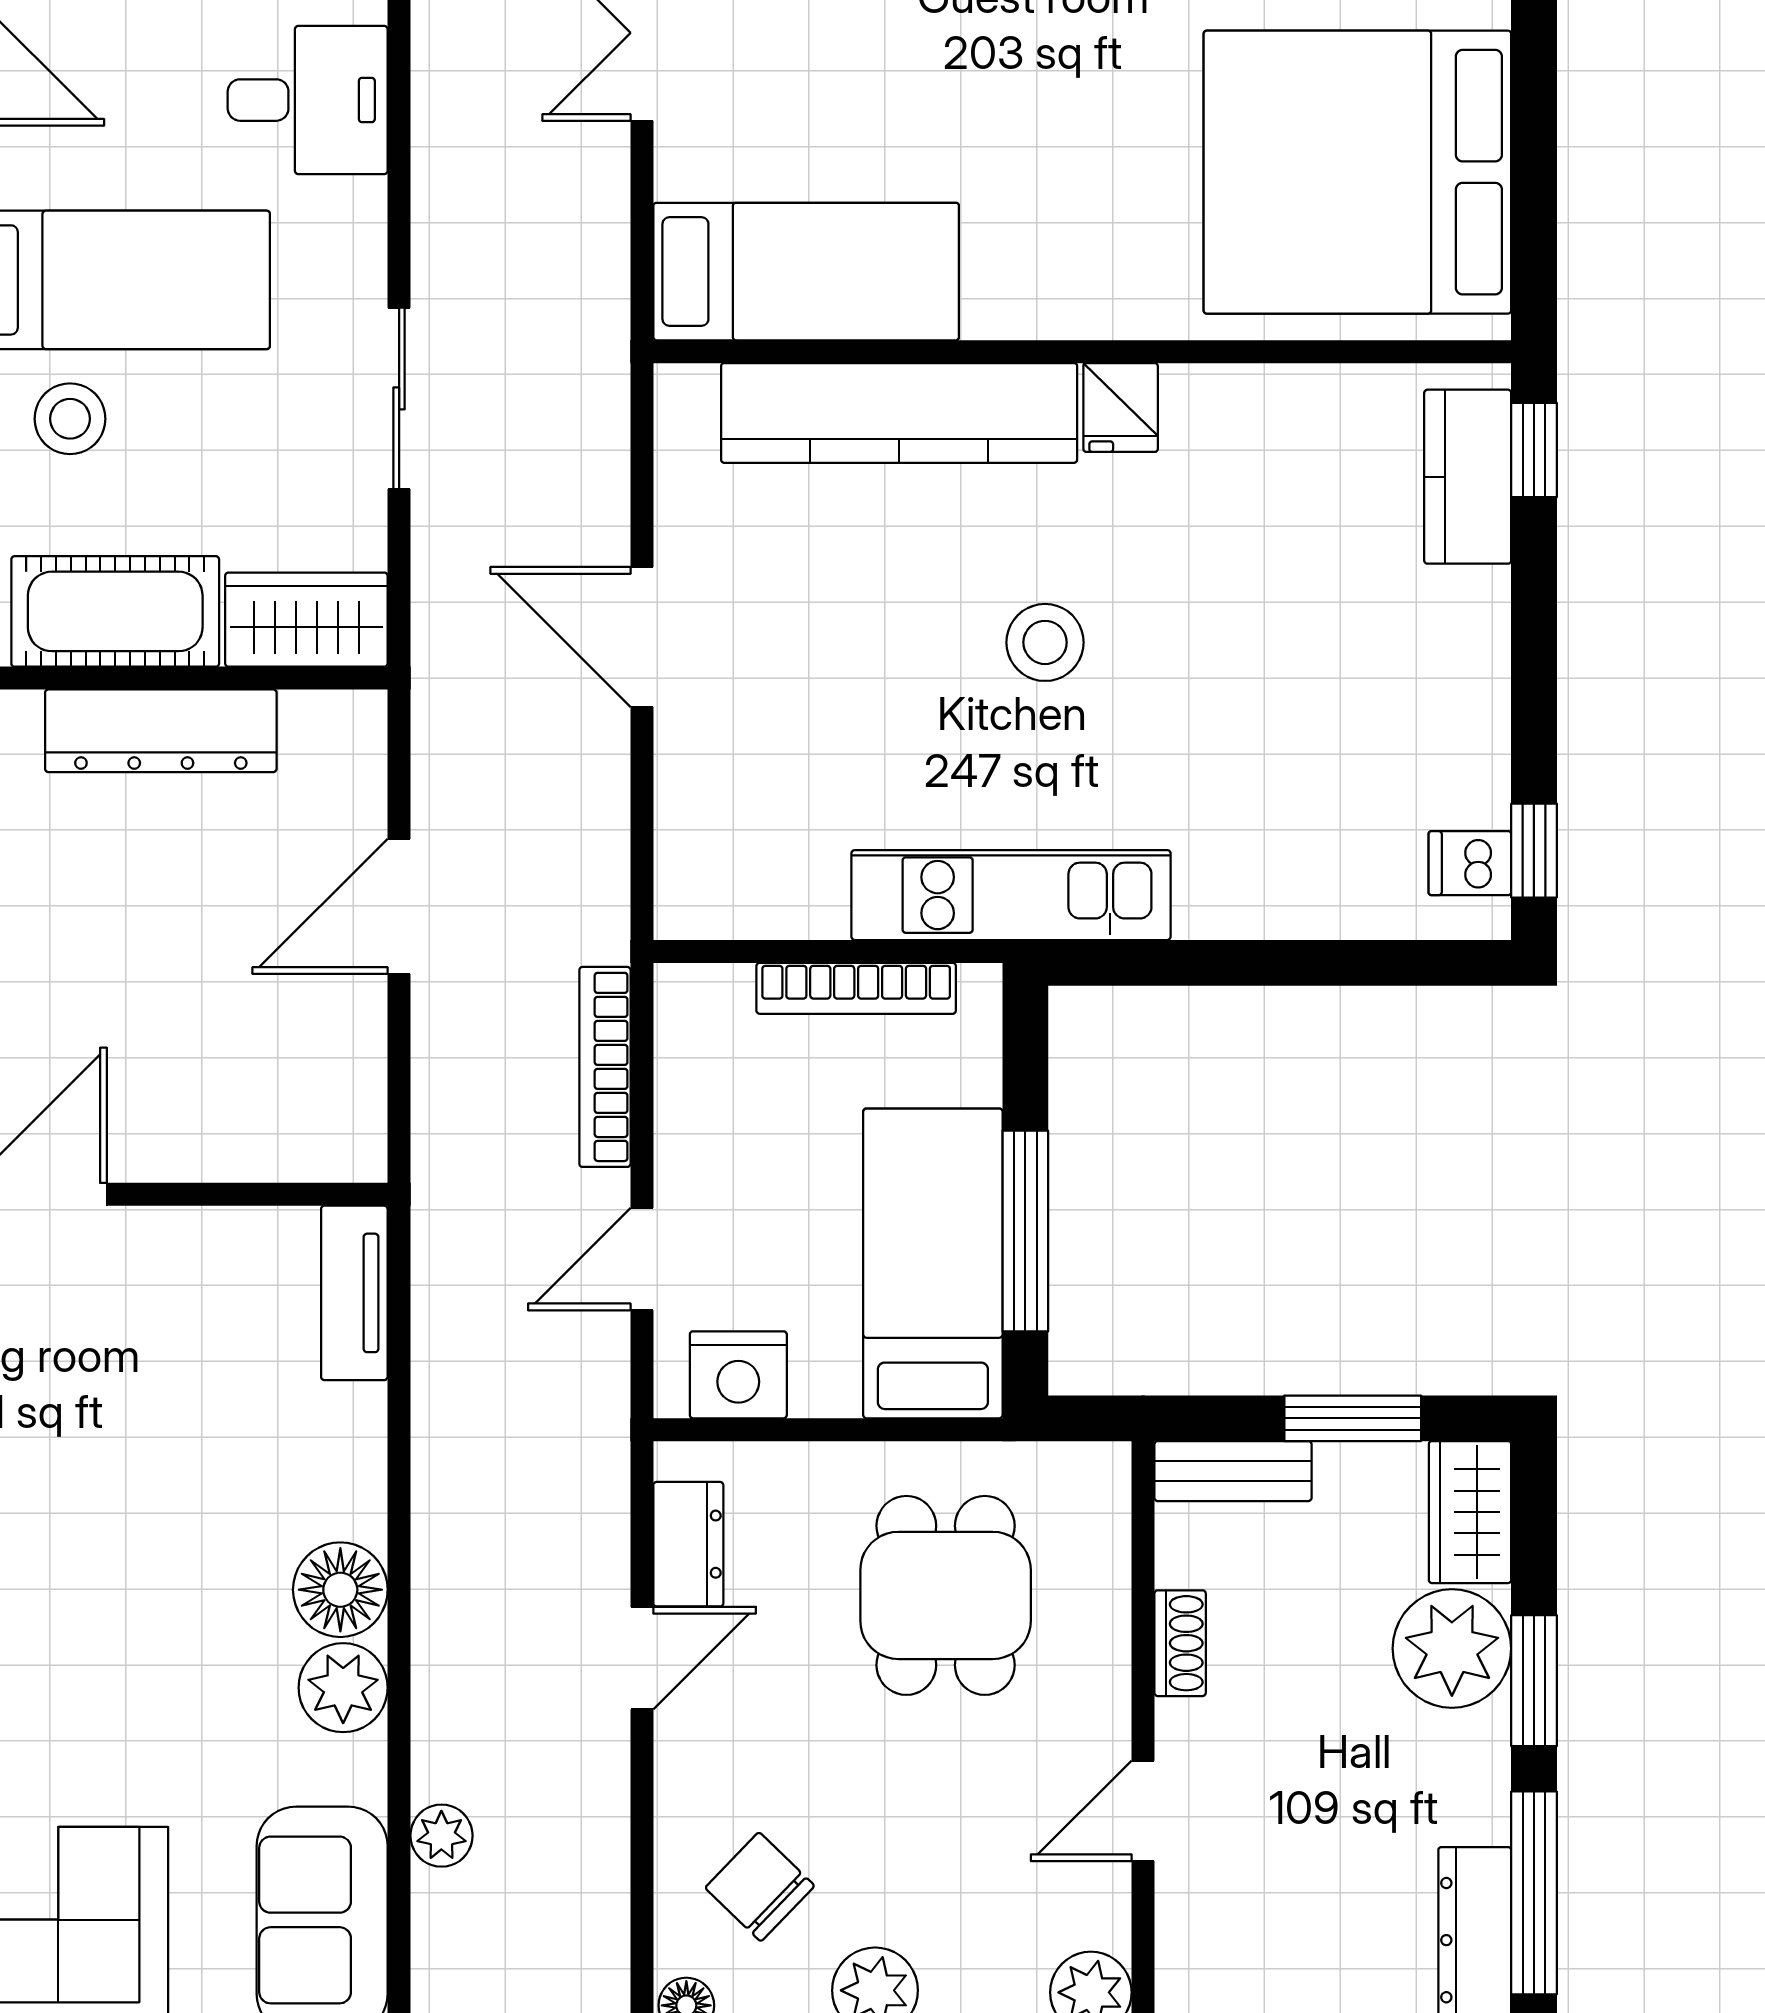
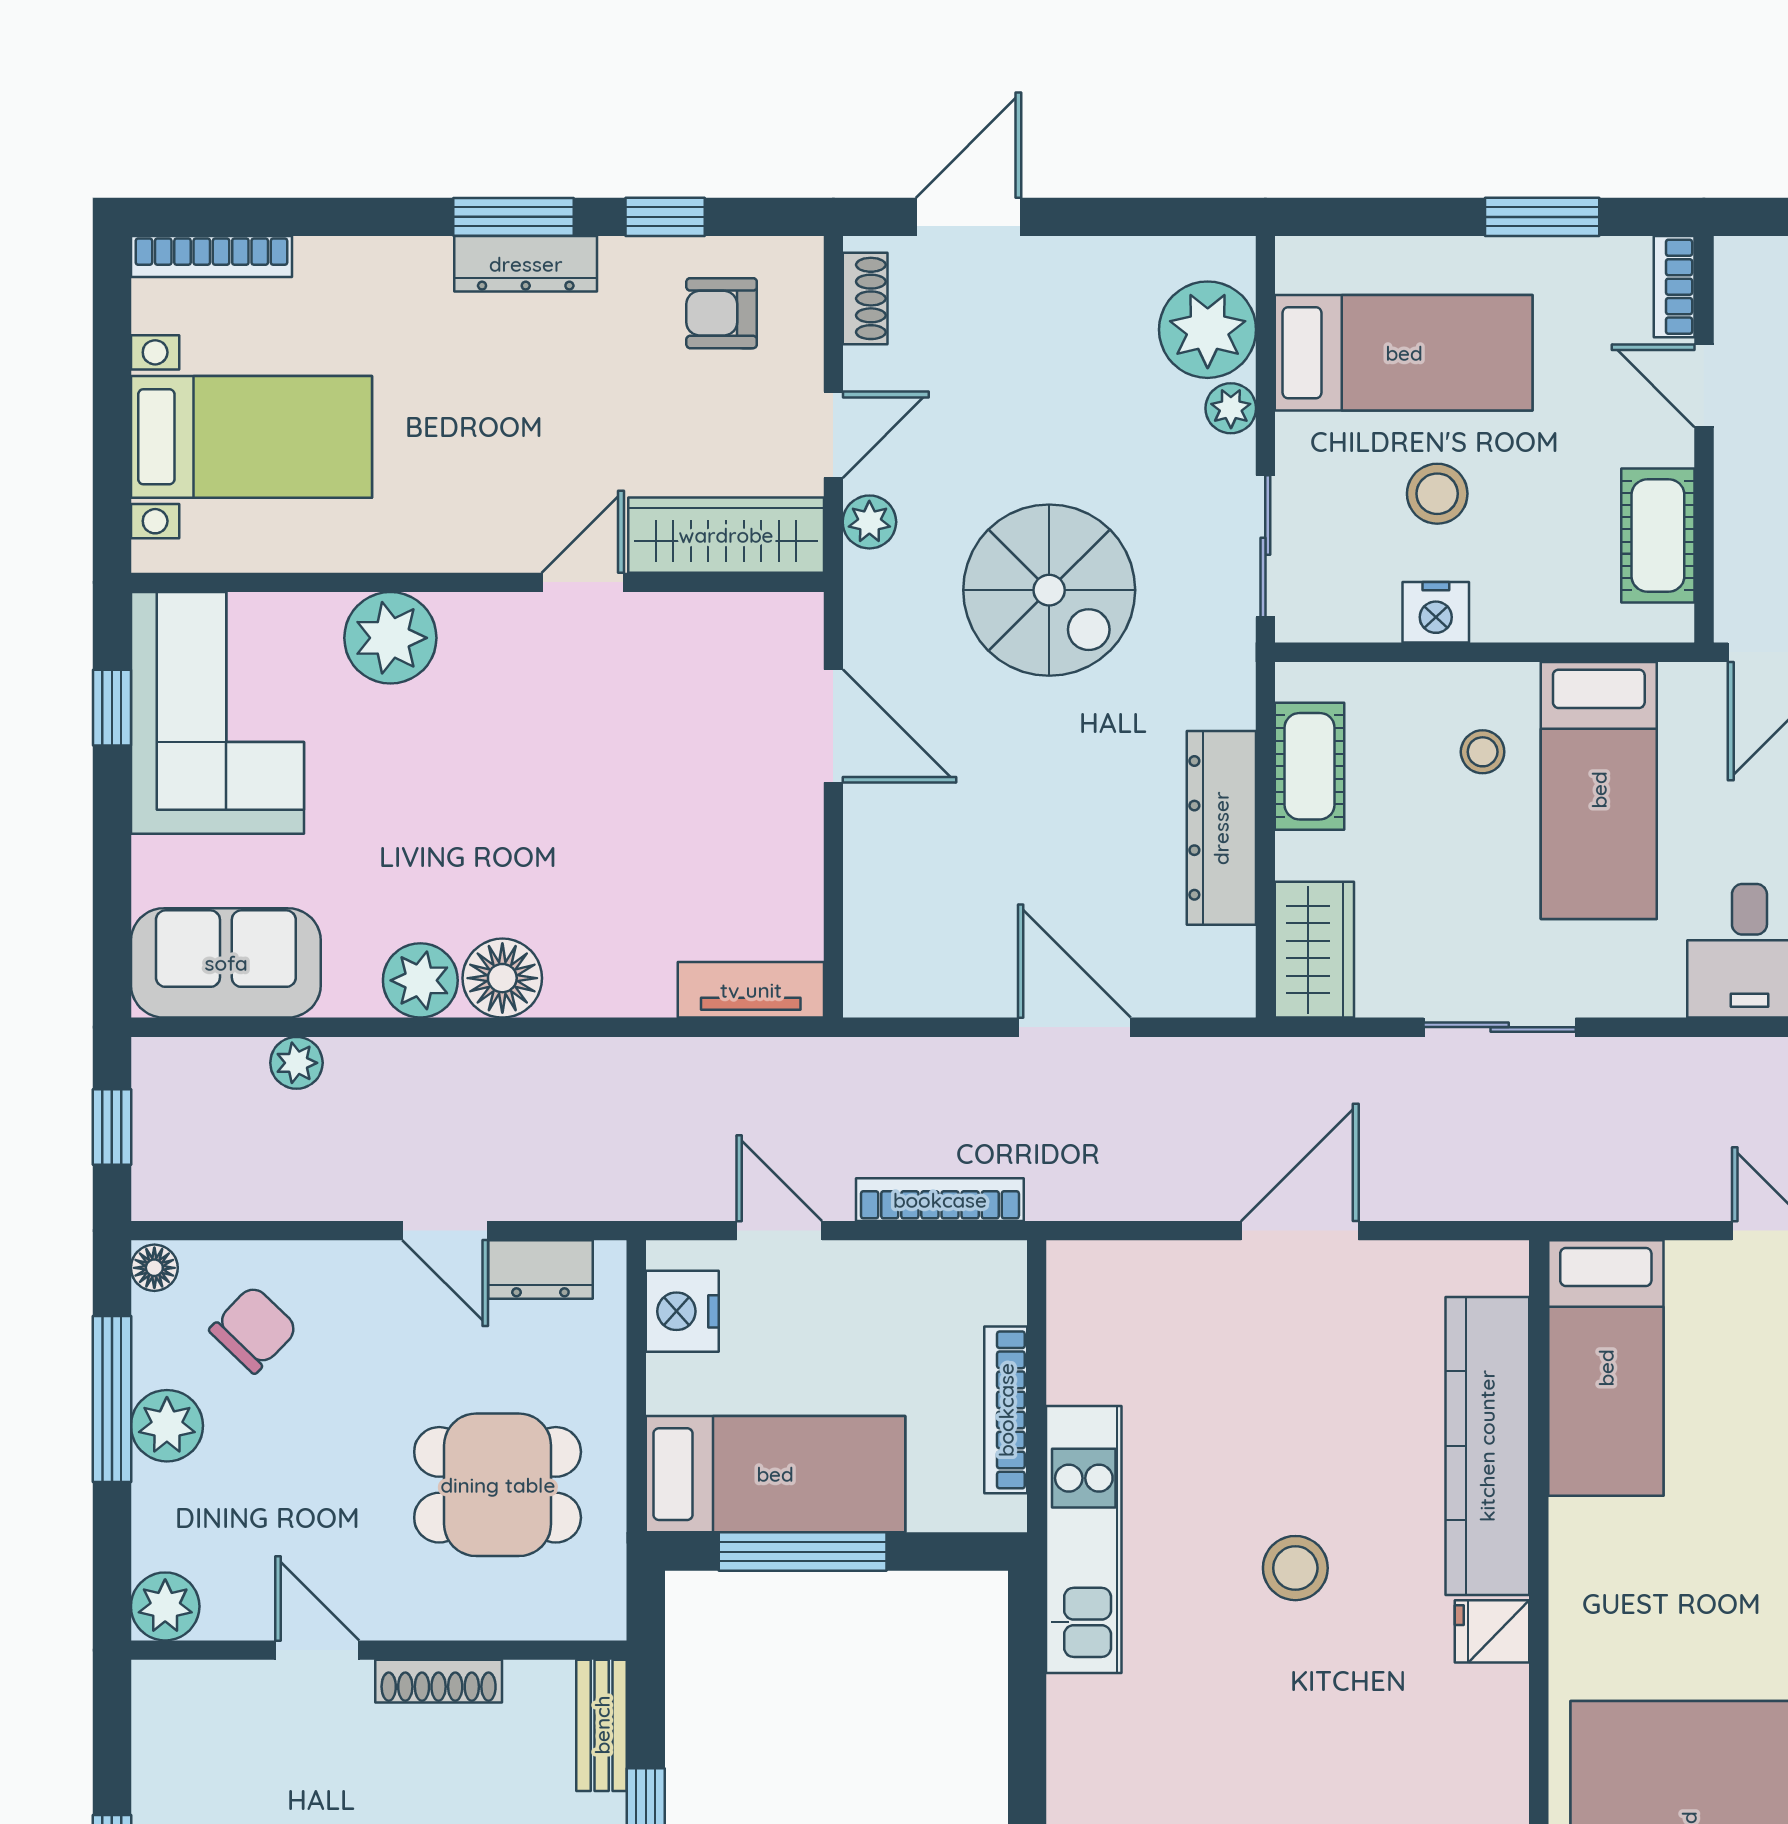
stool: (70, 419) -> (1483, 752), width x0.73, depth x0.73
cot: (115, 611) -> (1310, 766), width x0.73, depth x0.75
shoe rack: (1180, 1643) -> (439, 1681), width x1.43

